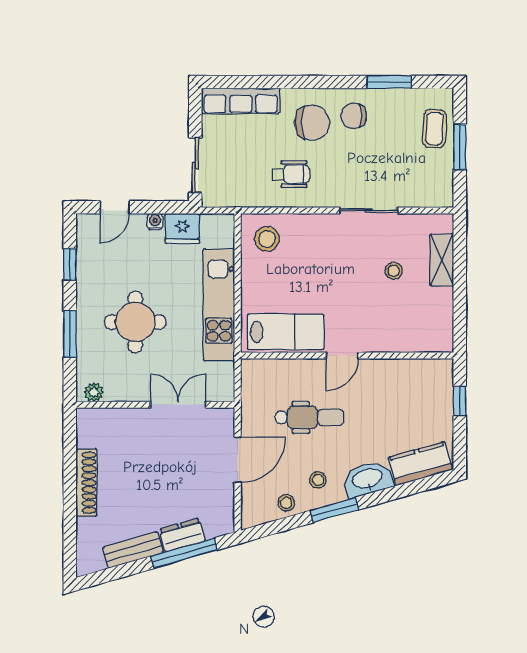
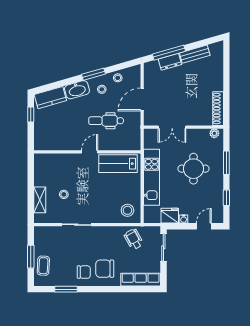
wheelchair: (291, 174) -> (134, 239), moved, turned 61
window: (460, 401) -> (31, 114), moved
shoe rack: (86, 483) -> (218, 109), moved

